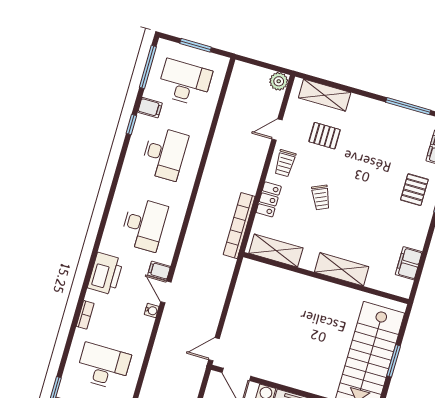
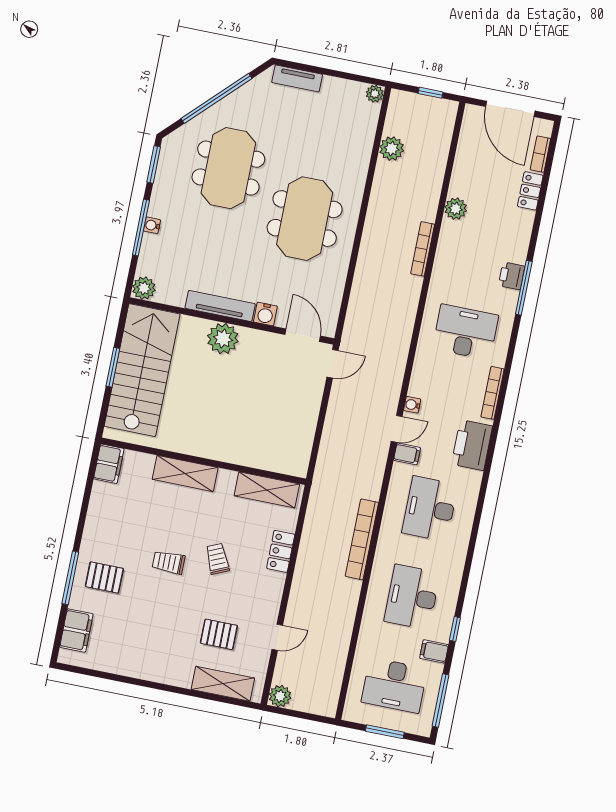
window: (408, 106) -> (120, 678), removed
trolley: (285, 163) -> (169, 562), moved, turned -90
pallet: (414, 190) -> (104, 577), turned 90
bookcase: (239, 226) -> (362, 539), moved, turned 180
filing cabinet: (409, 263) -> (109, 464), moved
door: (166, 292) -> (397, 429), hinge flipped
bookcase: (85, 315) -> (493, 393), width x1.56
desk: (103, 366) -> (465, 332), turned 180
plant: (302, 377) -> (223, 339), added

